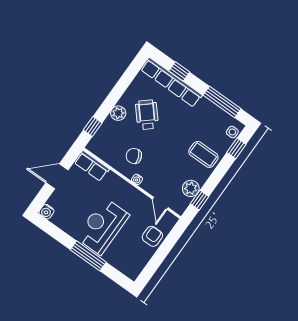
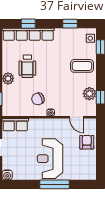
window: (222, 102) -> (70, 24), width x0.46
wheelchair: (147, 115) -> (27, 66), turned -139

